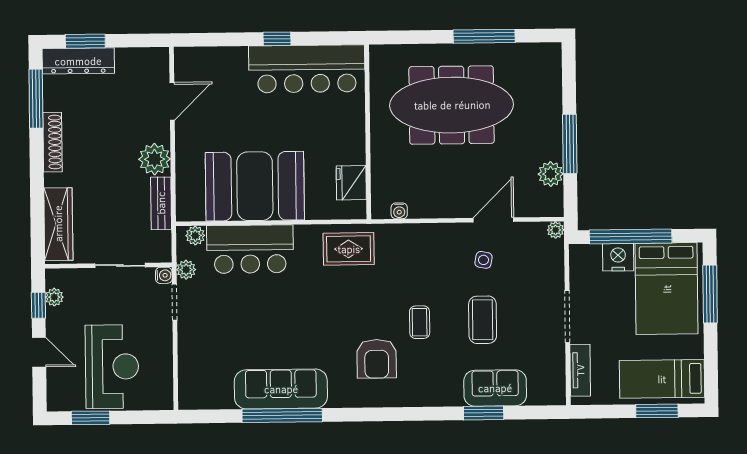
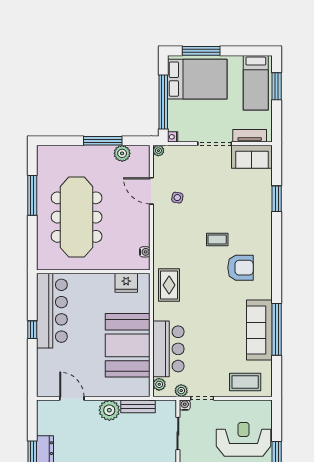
nightstand: (618, 257) -> (173, 137), moved, width x0.53, depth x0.56
coffee table: (483, 320) -> (245, 382), moved
sofa: (495, 388) -> (252, 157), moved, turned -90

